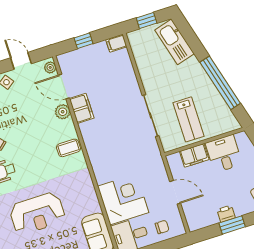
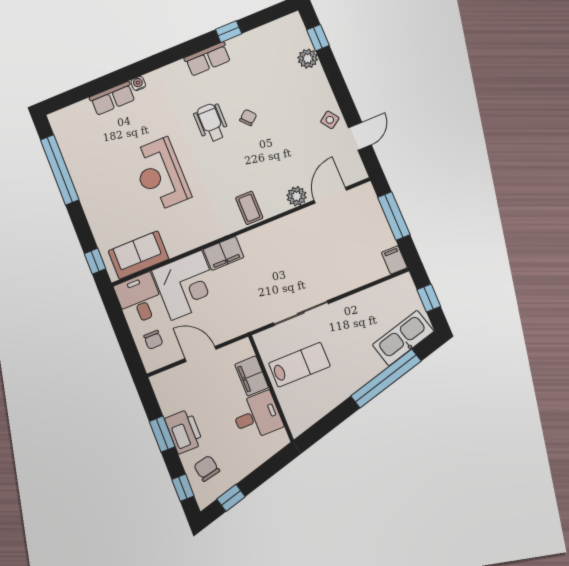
window: (83, 41) -> (394, 216), width x2.17
plant: (50, 67) -> (354, 175), removed
window: (220, 83) -> (386, 379), moved
filing cabinet: (82, 108) -> (224, 253), moved
lab bench: (188, 119) -> (299, 365), turned 180
door: (175, 192) -> (200, 354), swing flipped
printer: (226, 214) -> (184, 431), width x1.87, depth x1.48

